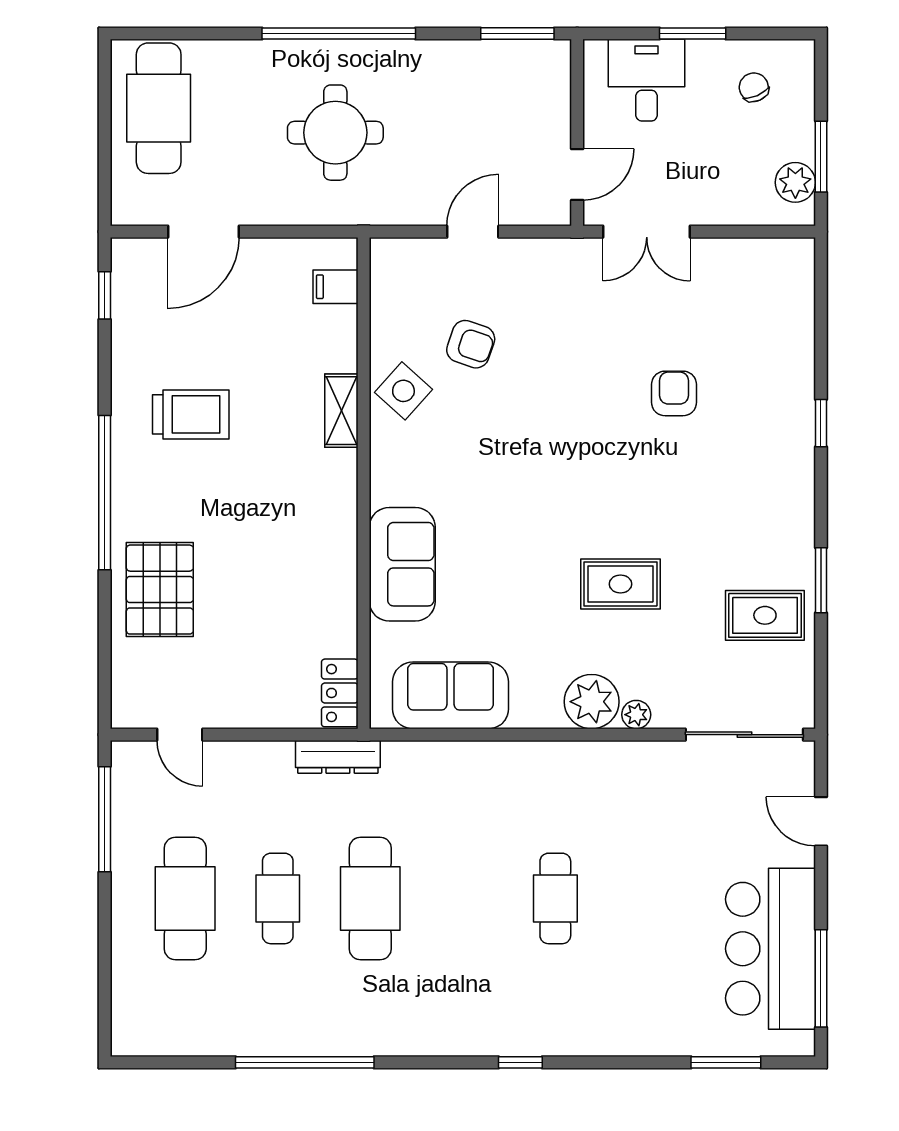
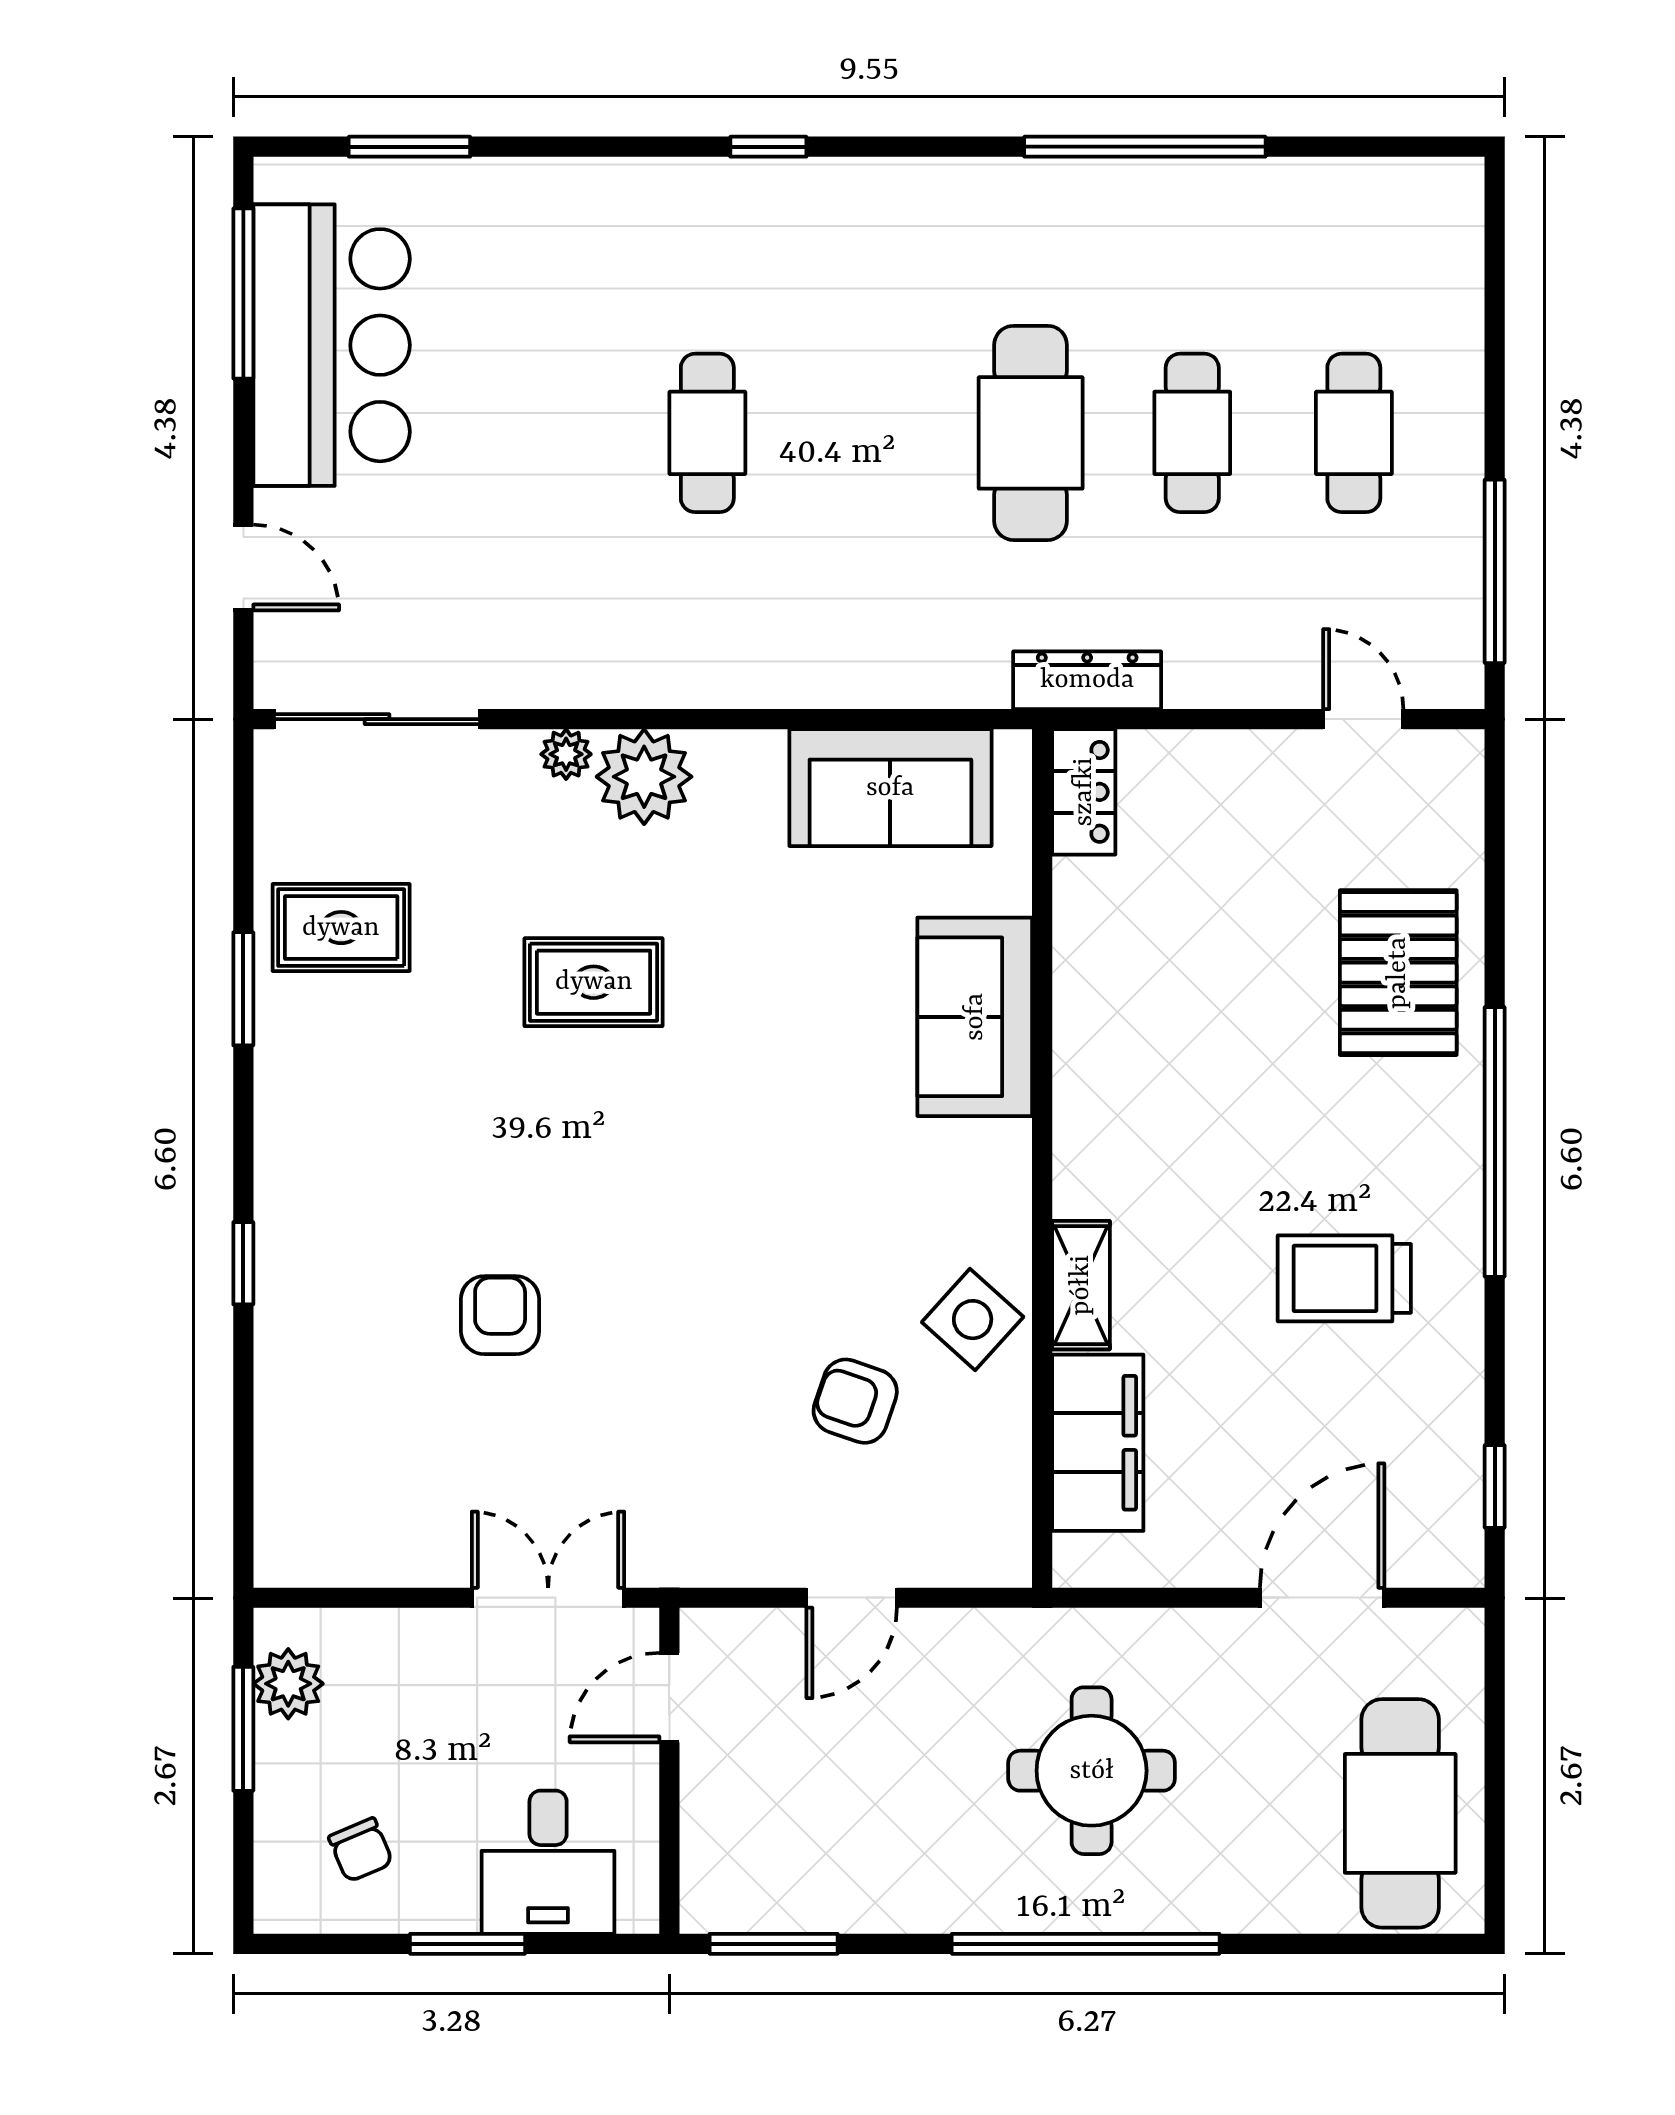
filing cabinet: (336, 287) -> (1098, 1443), width x3.00, depth x1.17
armchair: (674, 393) -> (500, 1315), turned 180
cafe table: (185, 898) -> (1354, 433), width x0.73, depth x0.74

